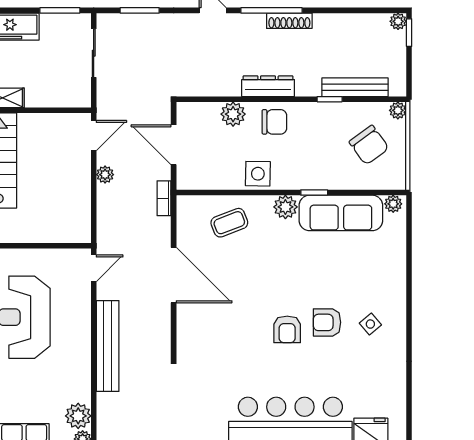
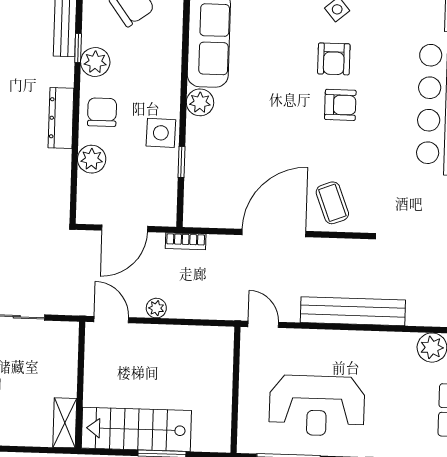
plant: (318, 115) -> (95, 62), added
window: (314, 192) -> (181, 162), moved
coffee table: (229, 223) -> (332, 203), moved

